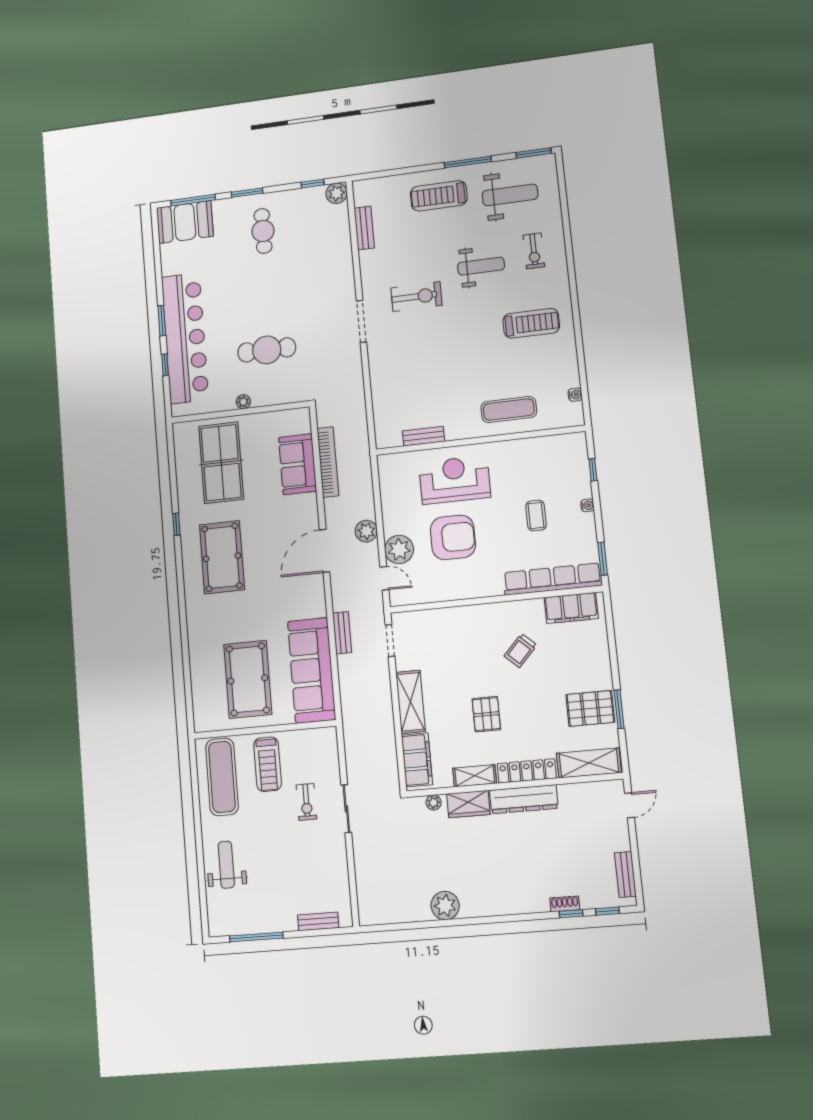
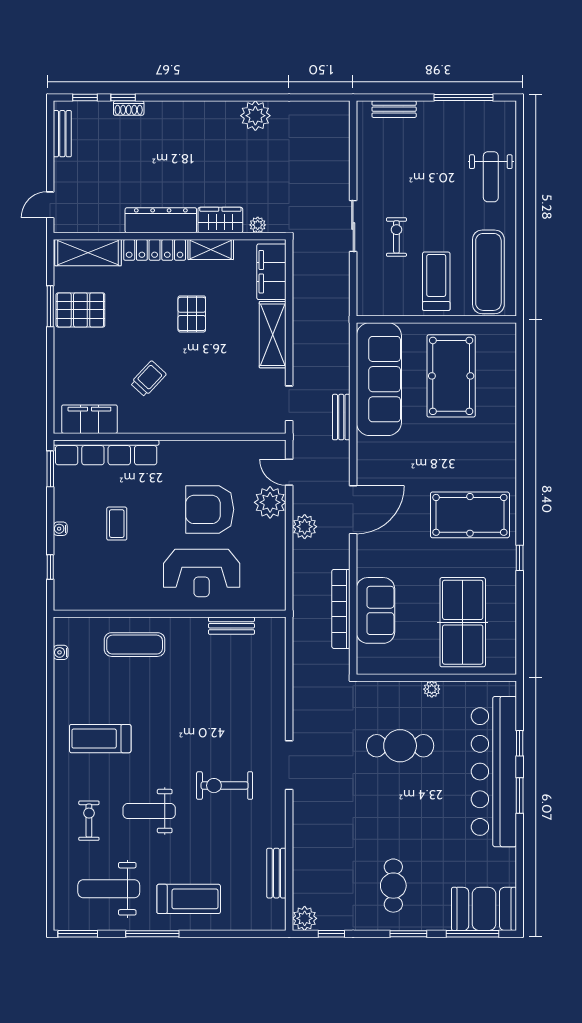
pool table: (222, 557) -> (470, 515), turned 90

